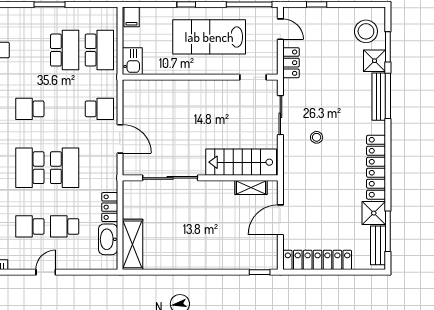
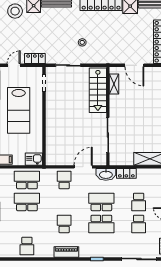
school desk: (30, 109) -> (64, 224), turned 180
washbasin: (108, 239) -> (106, 174), moved

